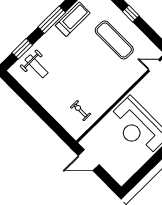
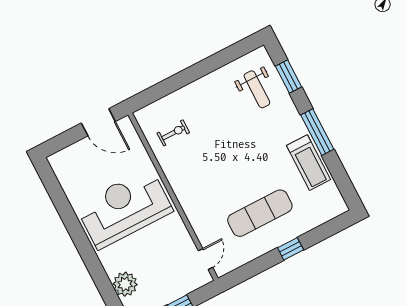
weight bench: (37, 66) -> (257, 89), turned -90
door: (89, 160) -> (98, 122), swing flipped

